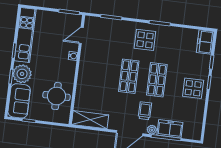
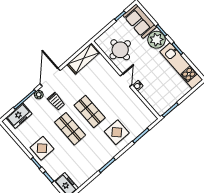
door: (81, 35) -> (126, 80), moved
display table: (145, 40) -> (117, 132), moved
freezer: (170, 129) -> (19, 116), moved

